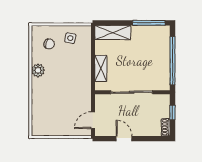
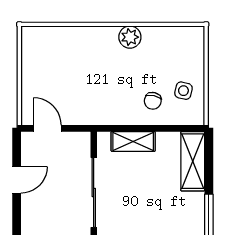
chair: (49, 44) -> (153, 101), moved

